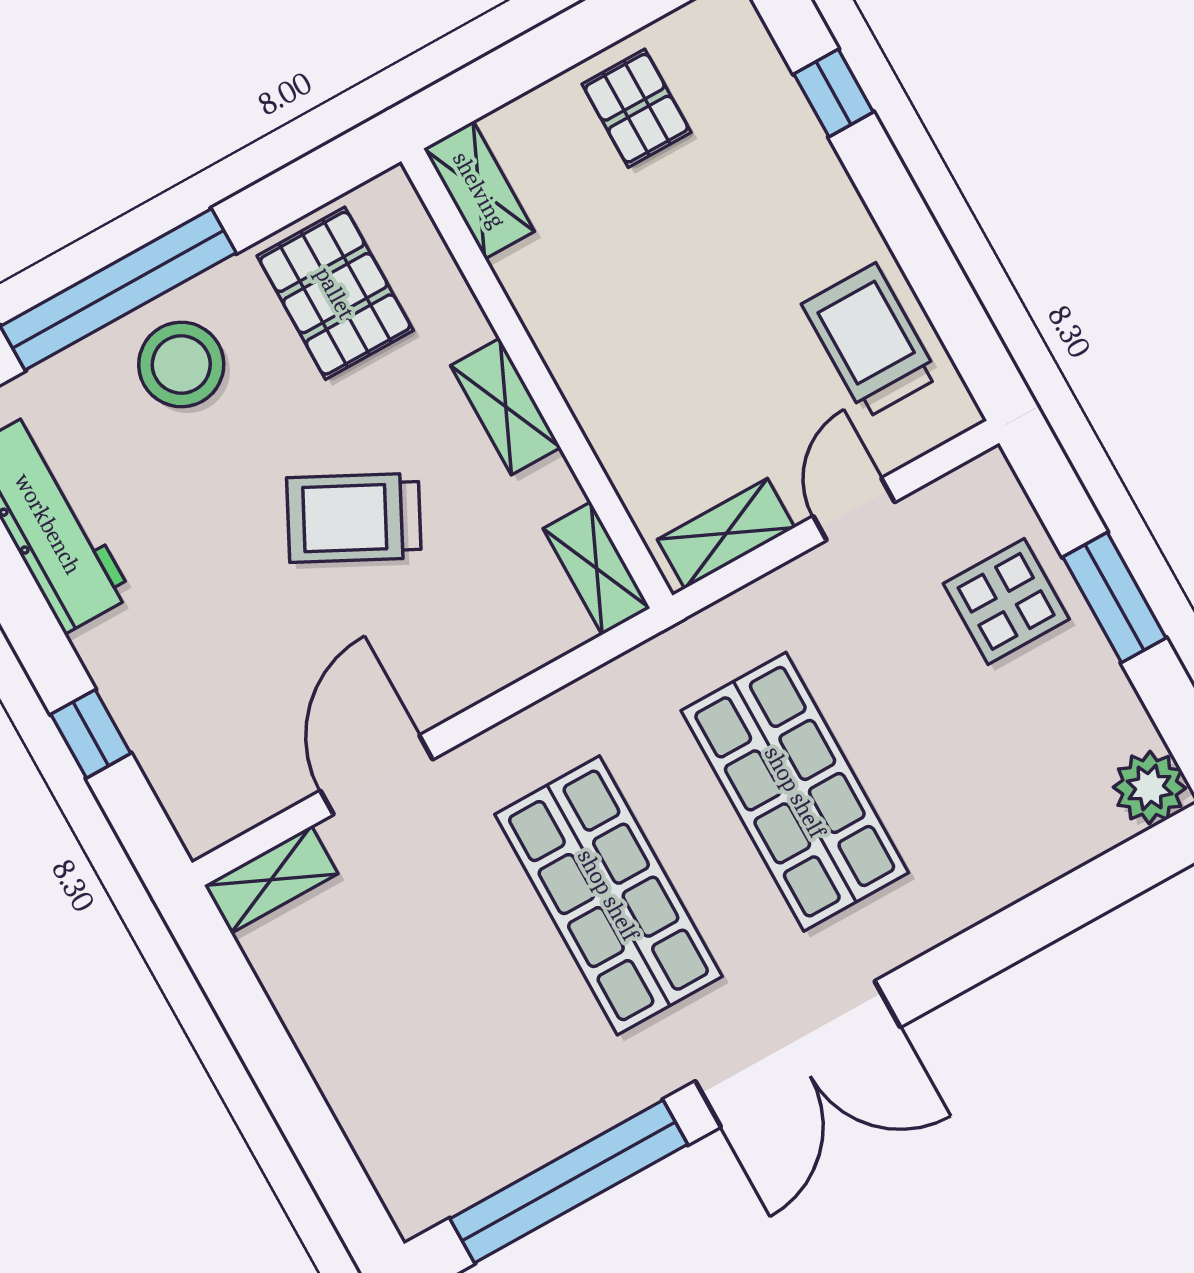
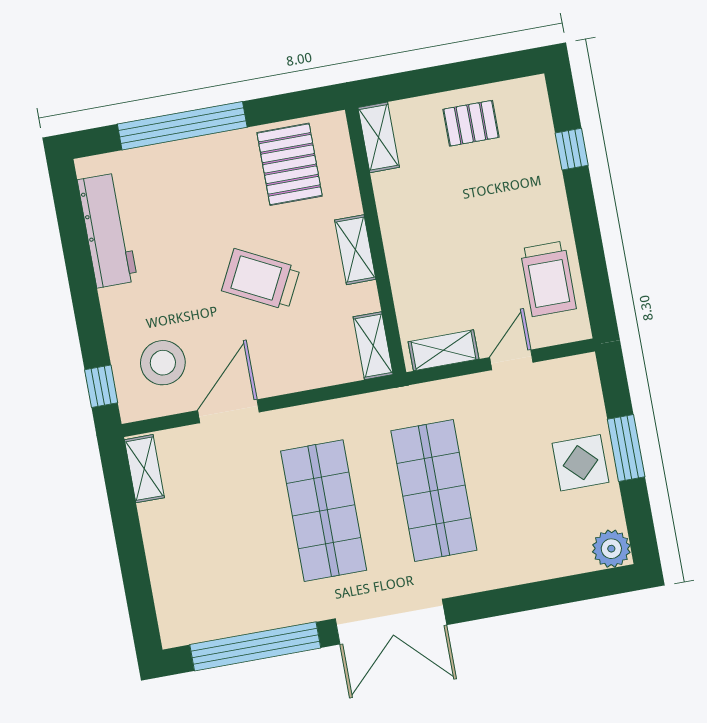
pallet: (636, 108) -> (471, 123), turned 90
trolley: (871, 341) -> (548, 279), turned 180
stool: (181, 364) -> (163, 363), moved
display table: (1006, 601) -> (580, 463), moved
window: (91, 734) -> (101, 386), moved
shelving: (271, 880) -> (144, 469), moved, turned 90

